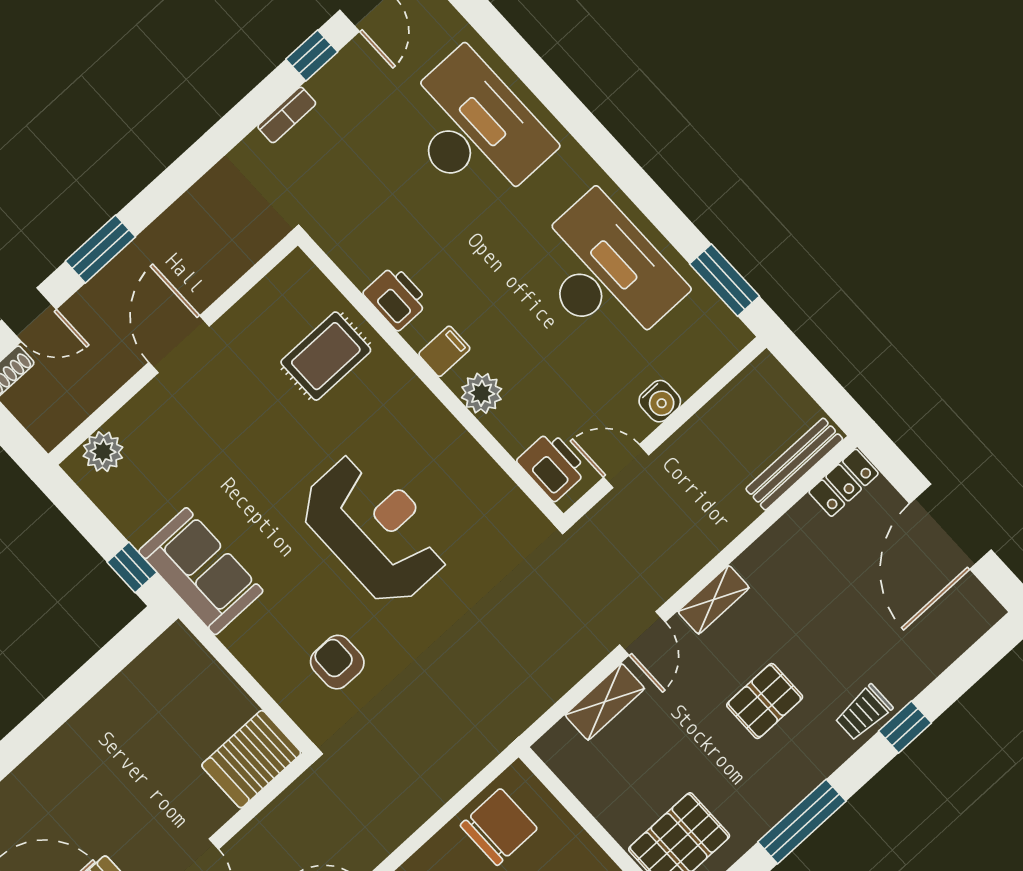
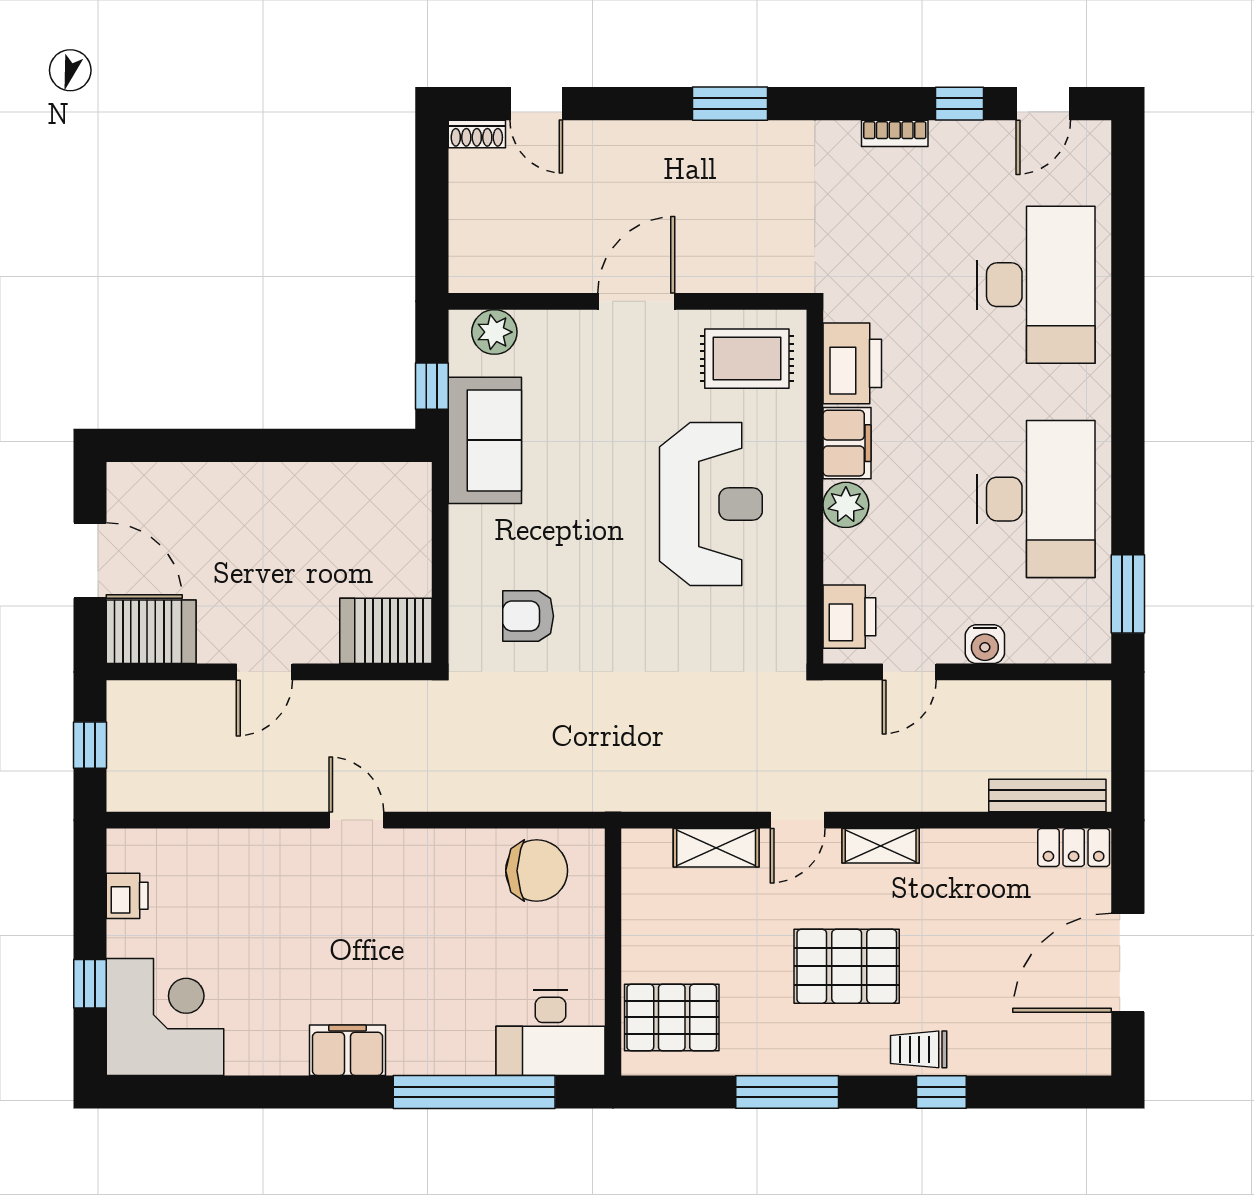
window: (100, 249) -> (730, 104), moved
printer: (396, 298) -> (852, 363), width x1.37, depth x1.19
door: (179, 344) -> (636, 301), moved
wall: (173, 350) -> (627, 301), moved
filing cabinet: (444, 351) -> (847, 443), width x2.00
plant: (103, 452) -> (494, 332), moved
door: (626, 466) -> (909, 672), swing flipped
reception desk: (375, 529) -> (711, 504), moved
armchair: (337, 662) -> (528, 616), turned -90
pallet: (765, 701) -> (847, 966), width x1.50, depth x1.42

